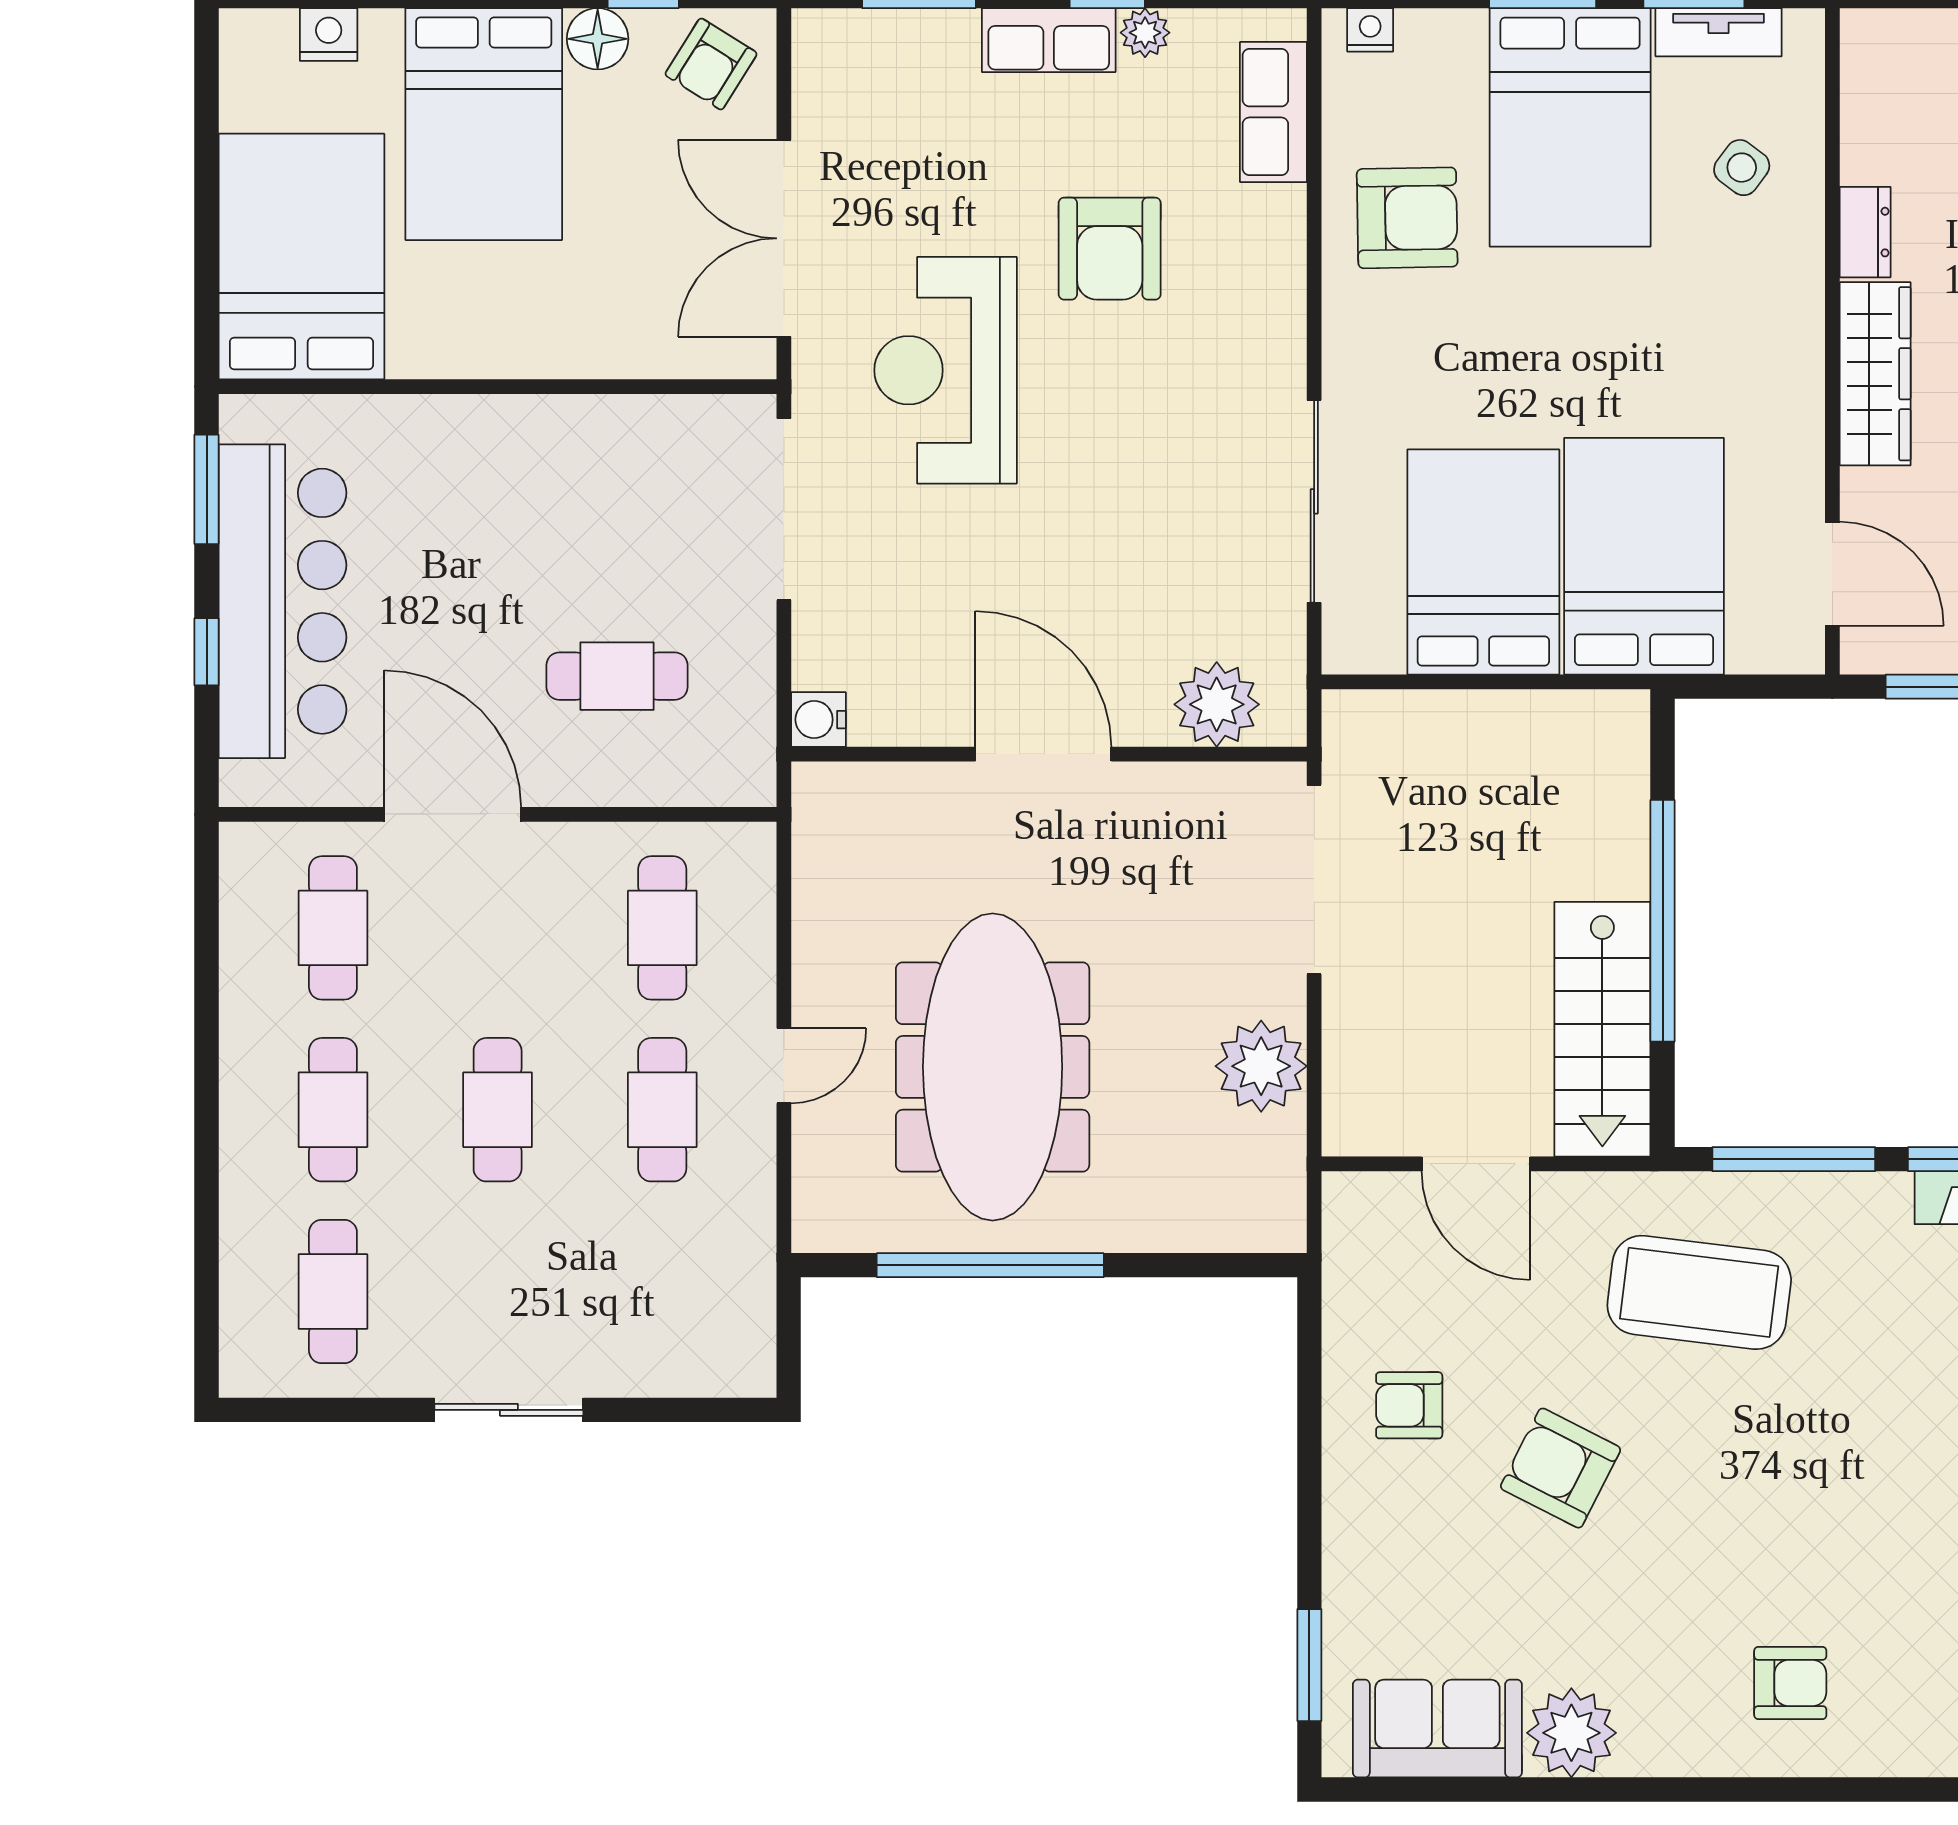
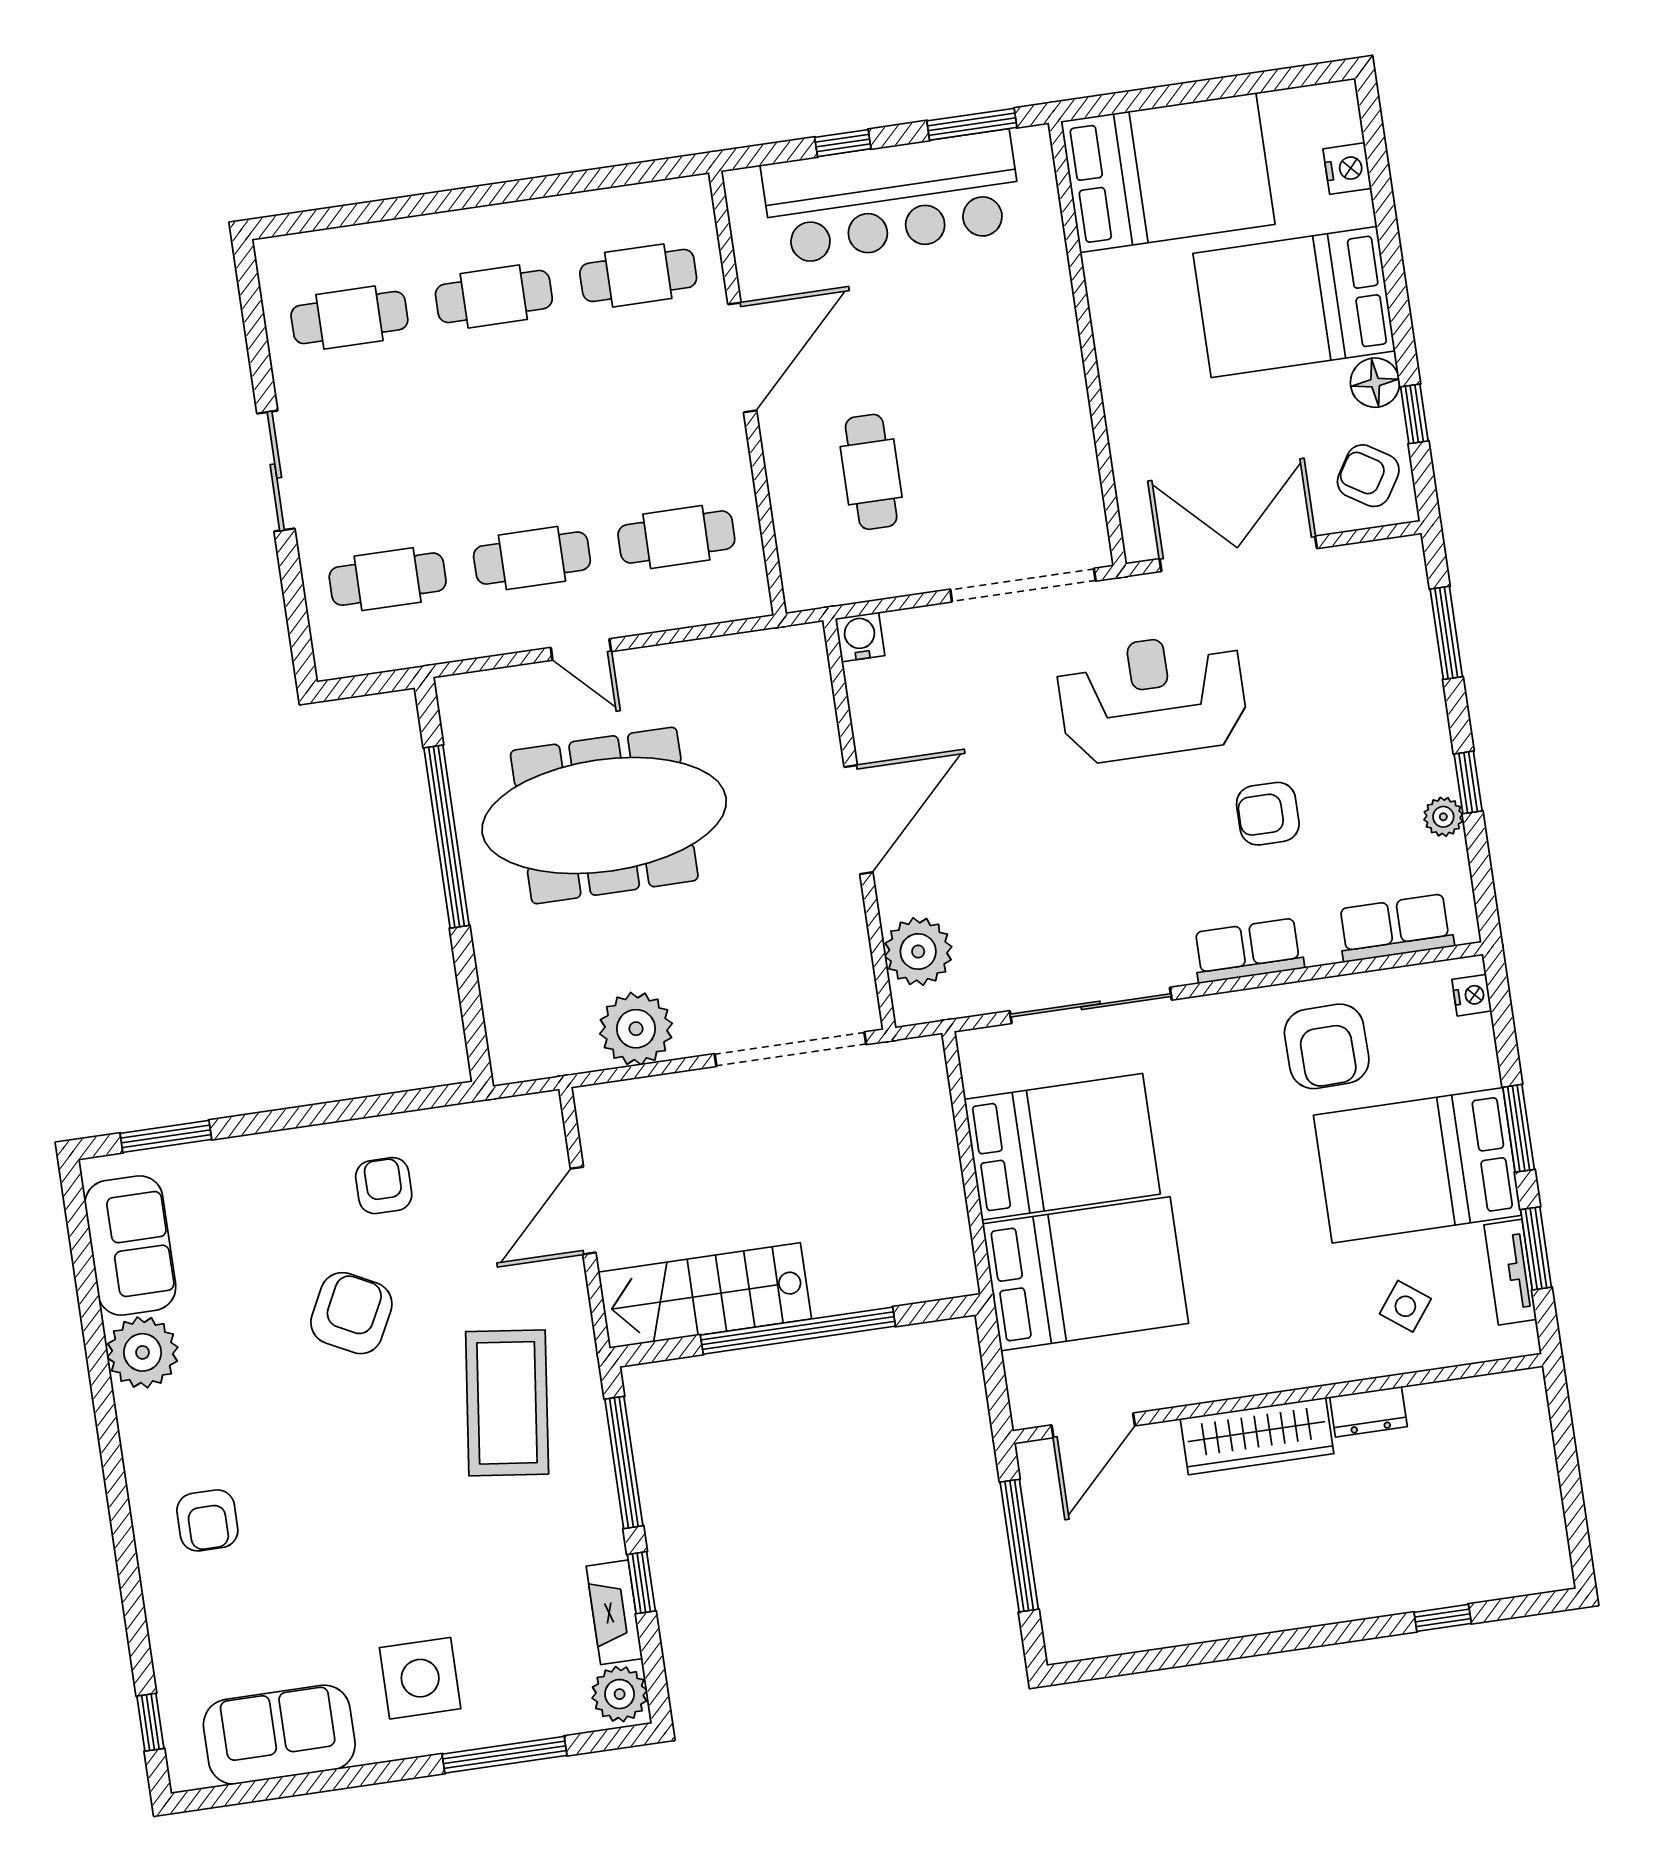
row of seats: (1049, 40) -> (1248, 951), moved, turned 90
armchair: (1110, 249) -> (1268, 814), width x0.72, depth x0.72
cafe table: (498, 1110) -> (388, 579), moved

